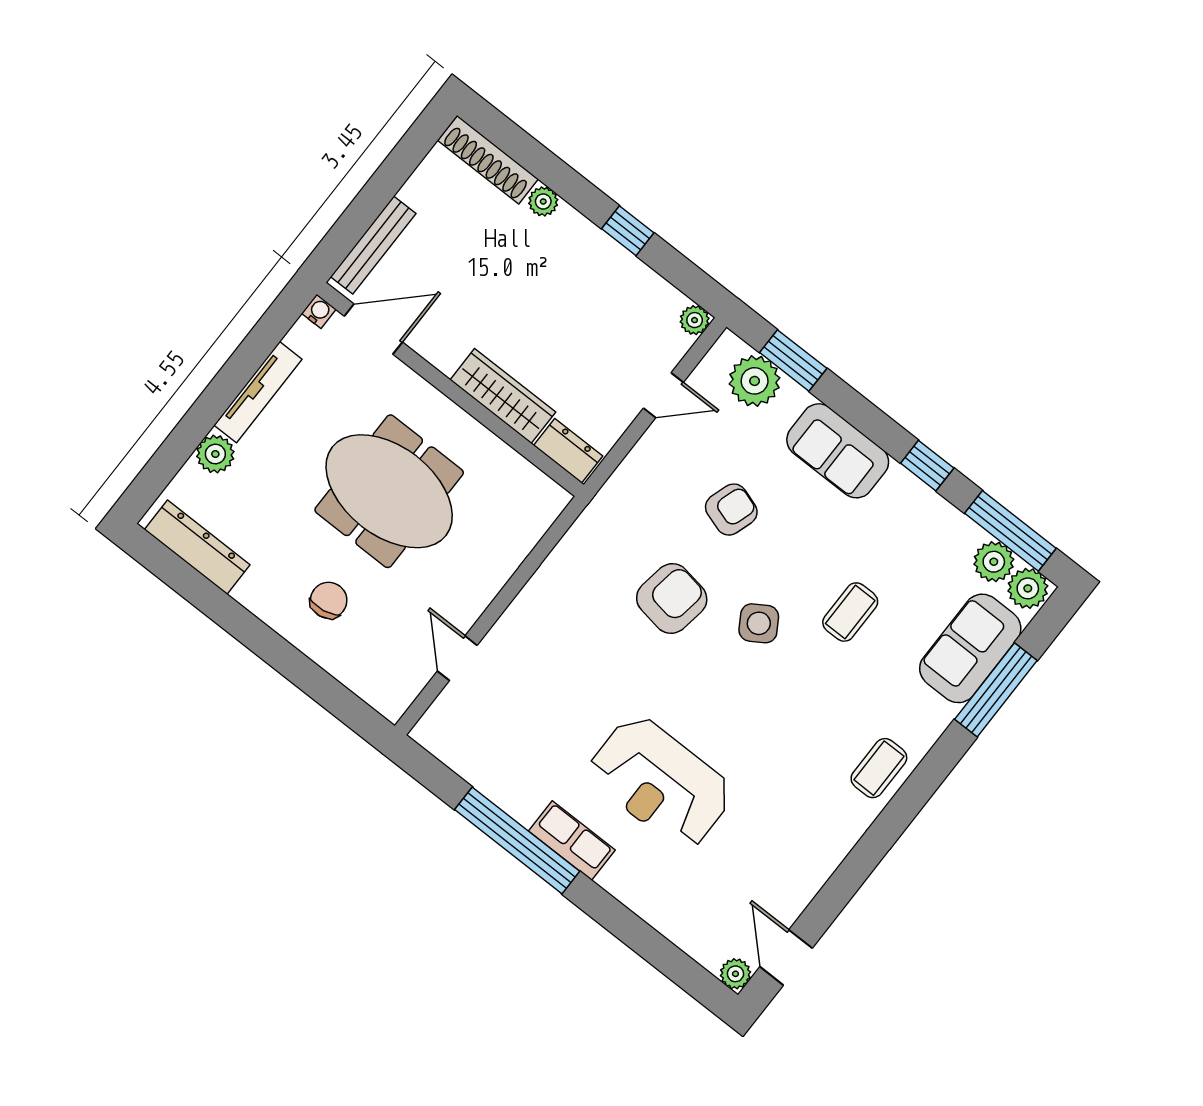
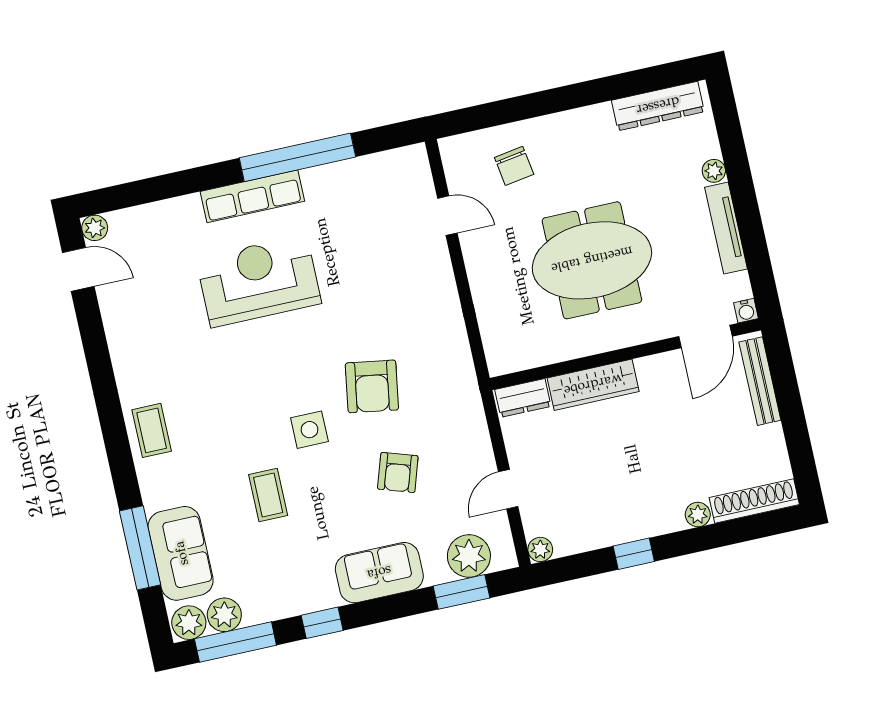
plant: (215, 454) -> (714, 171), width x0.73, depth x0.73
chair: (329, 600) -> (514, 166), moved
side table: (759, 623) -> (309, 430), turned 32
row of seats: (572, 840) -> (252, 196), width x1.48

